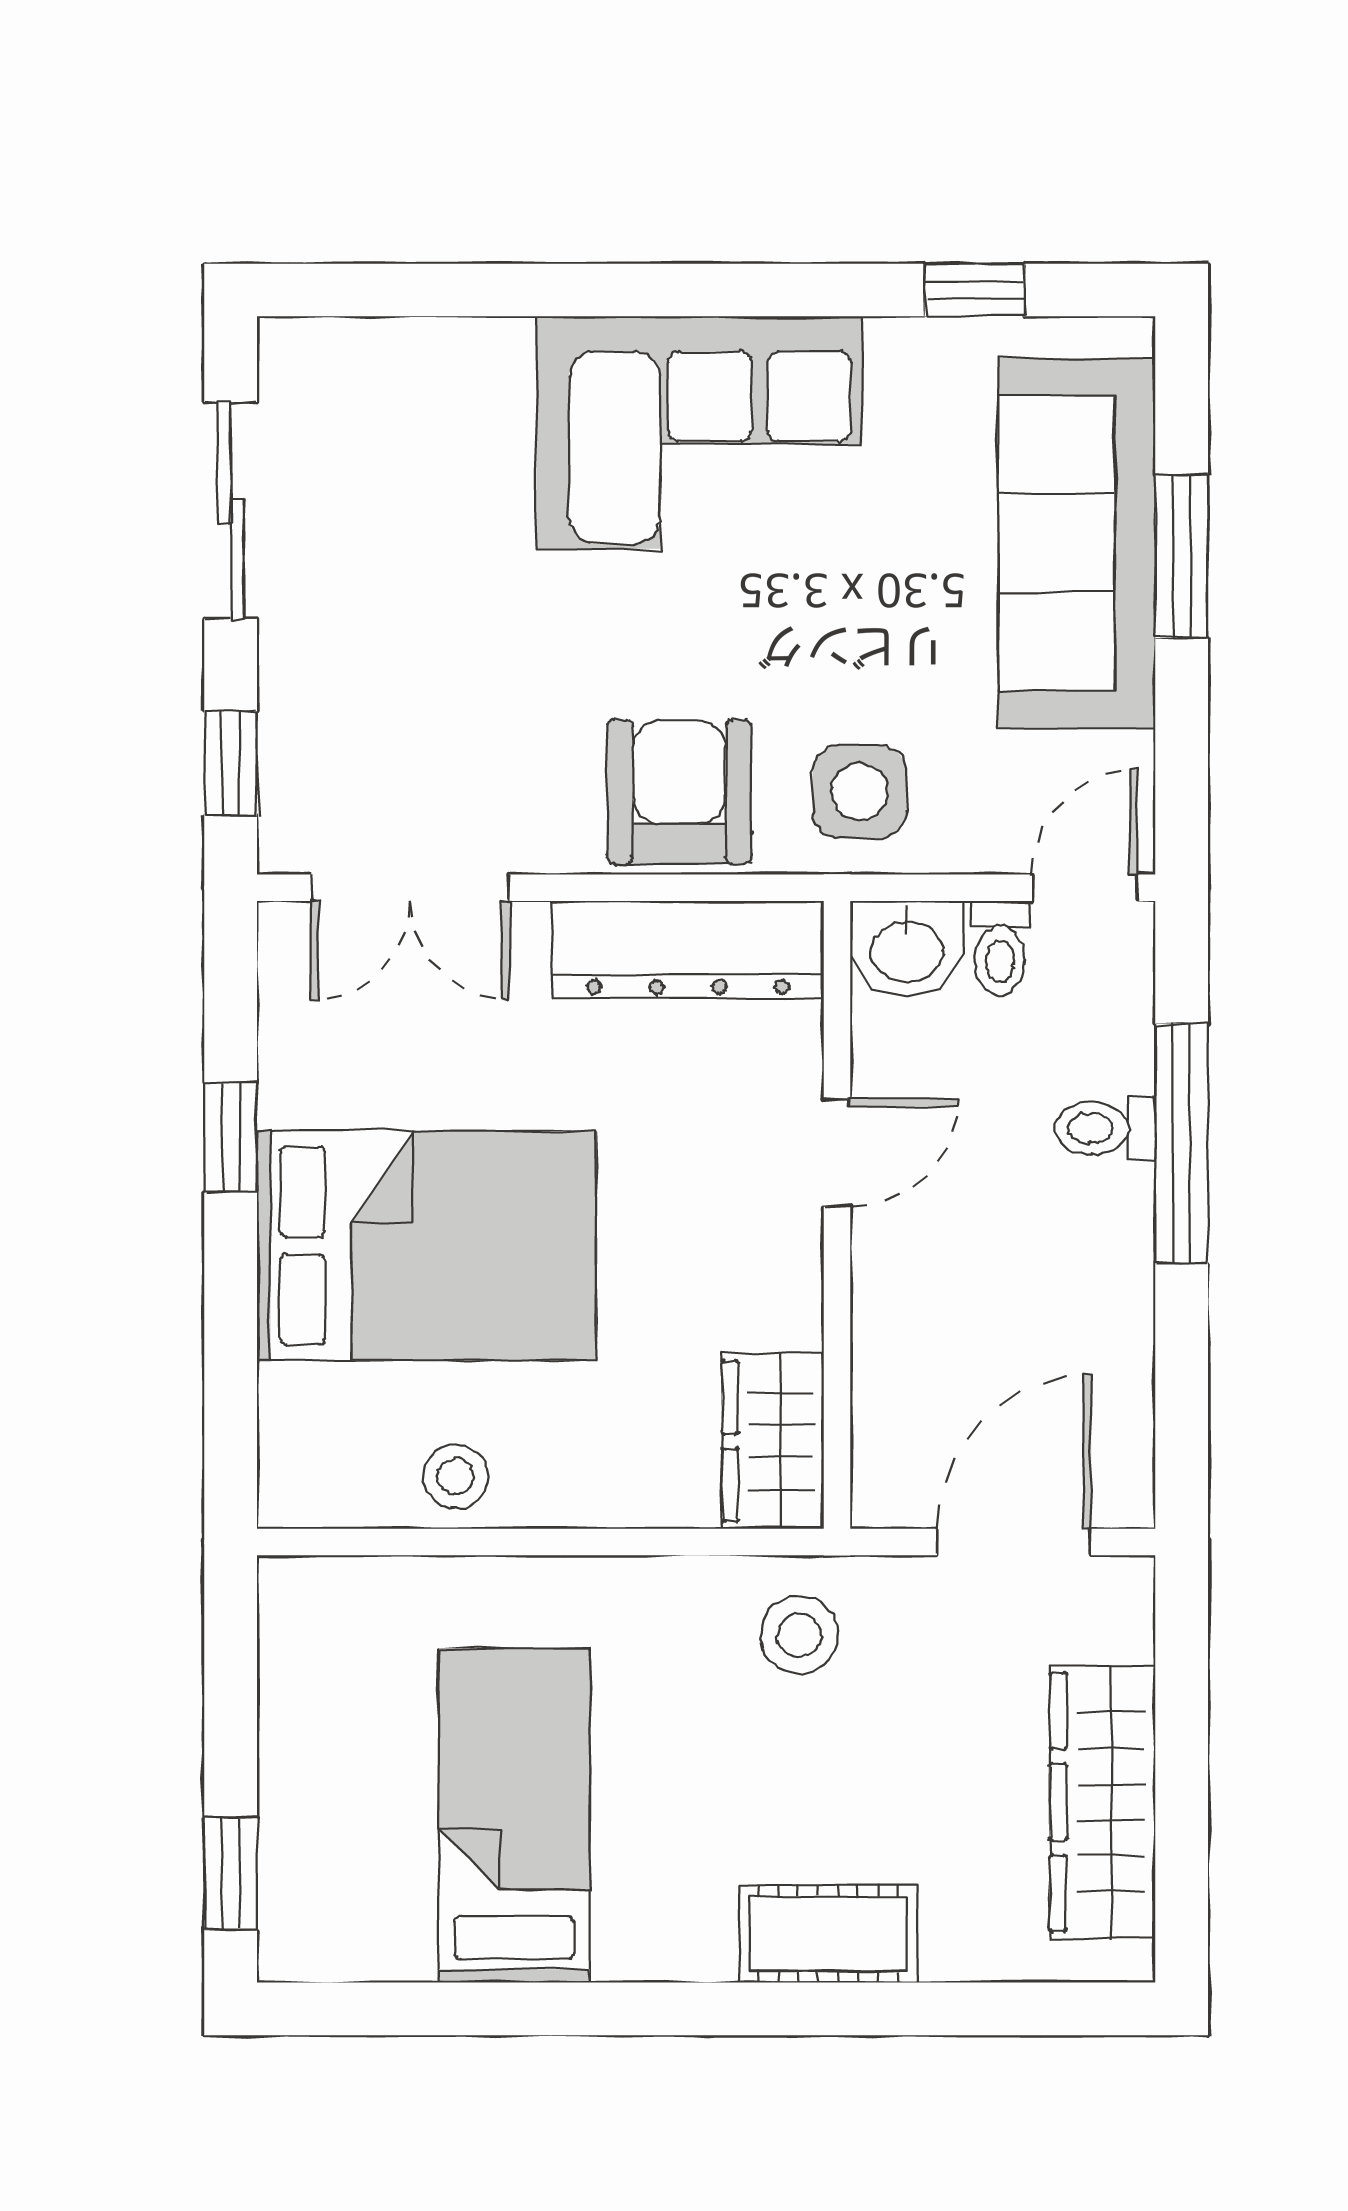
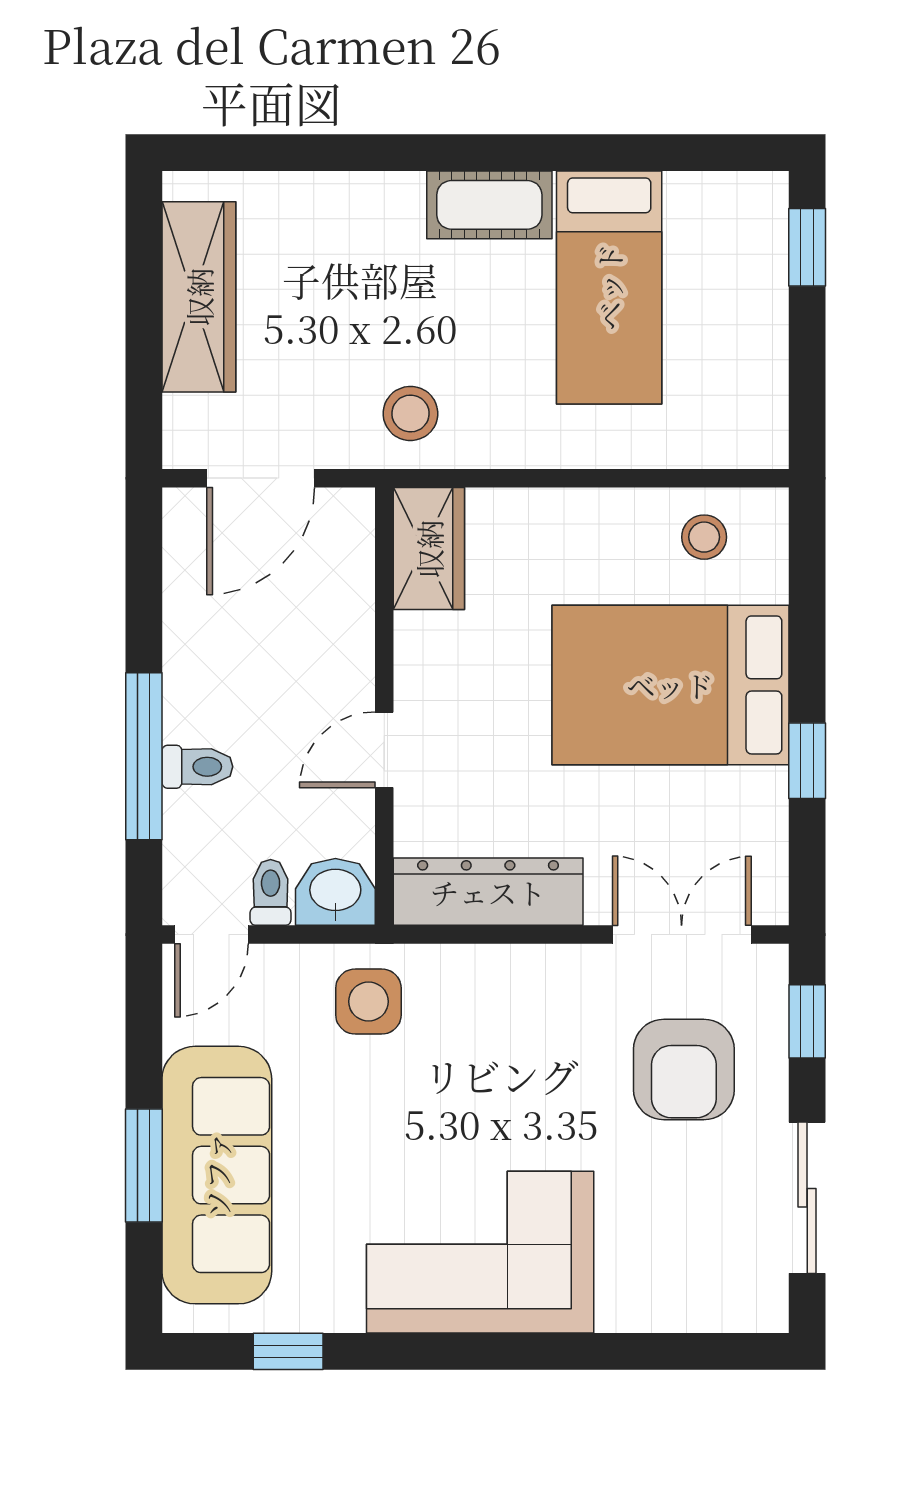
armchair: (679, 792) -> (684, 1070), moved
stool: (456, 1476) -> (704, 537), moved
cot: (828, 1934) -> (489, 205), moved

